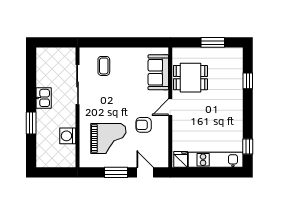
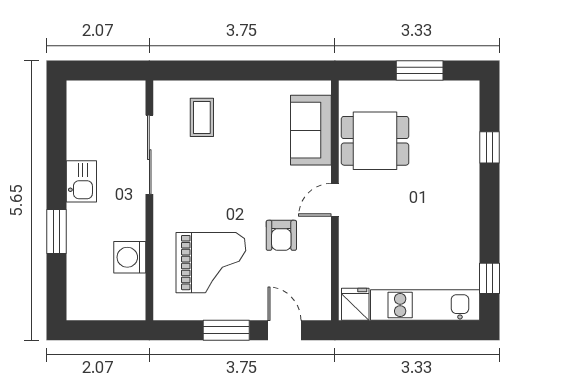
armchair: (144, 125) -> (281, 235), turned -90

